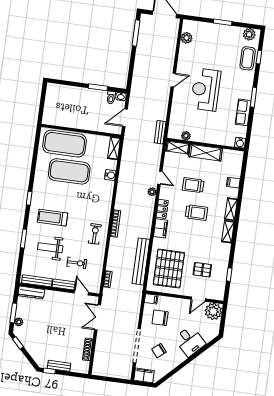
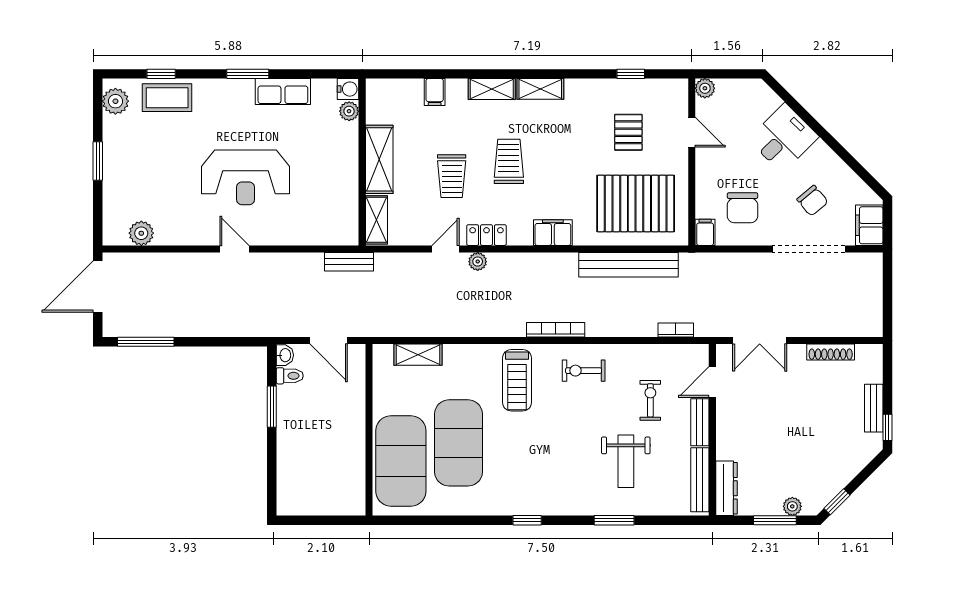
plant: (186, 136) -> (349, 111), moved
shelving: (114, 148) -> (418, 355), moved
water cooler: (110, 175) -> (454, 355), removed
locker: (162, 209) -> (486, 235), moved
treadmill: (52, 218) -> (517, 380), moved
plant: (213, 311) -> (705, 88), width x0.53, depth x0.53

